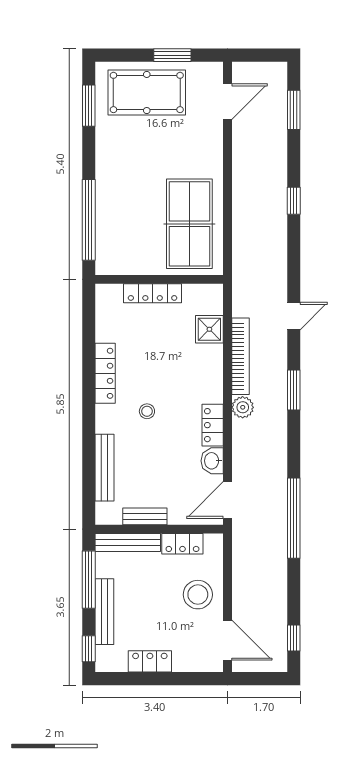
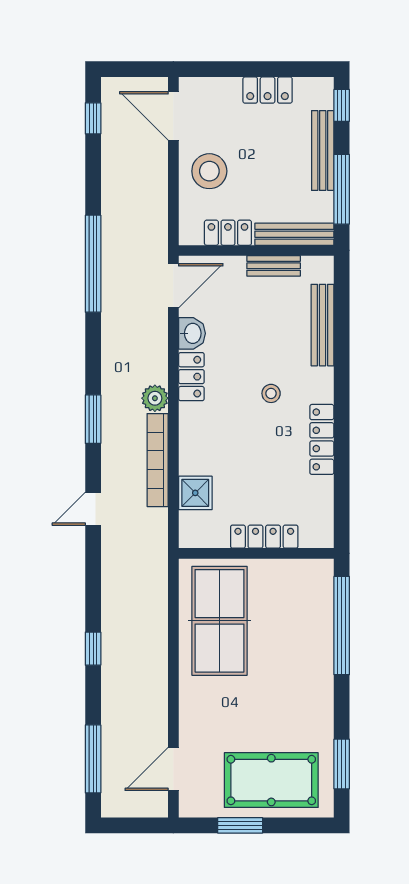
window: (294, 110) -> (93, 759), width x1.44

